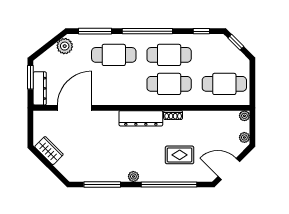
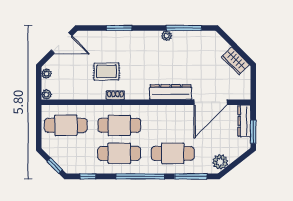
dresser: (141, 118) -> (171, 92), moved
rug: (180, 155) -> (106, 72), moved
plant: (133, 176) -> (167, 36), moved
window: (169, 184) -> (119, 28), width x0.47

